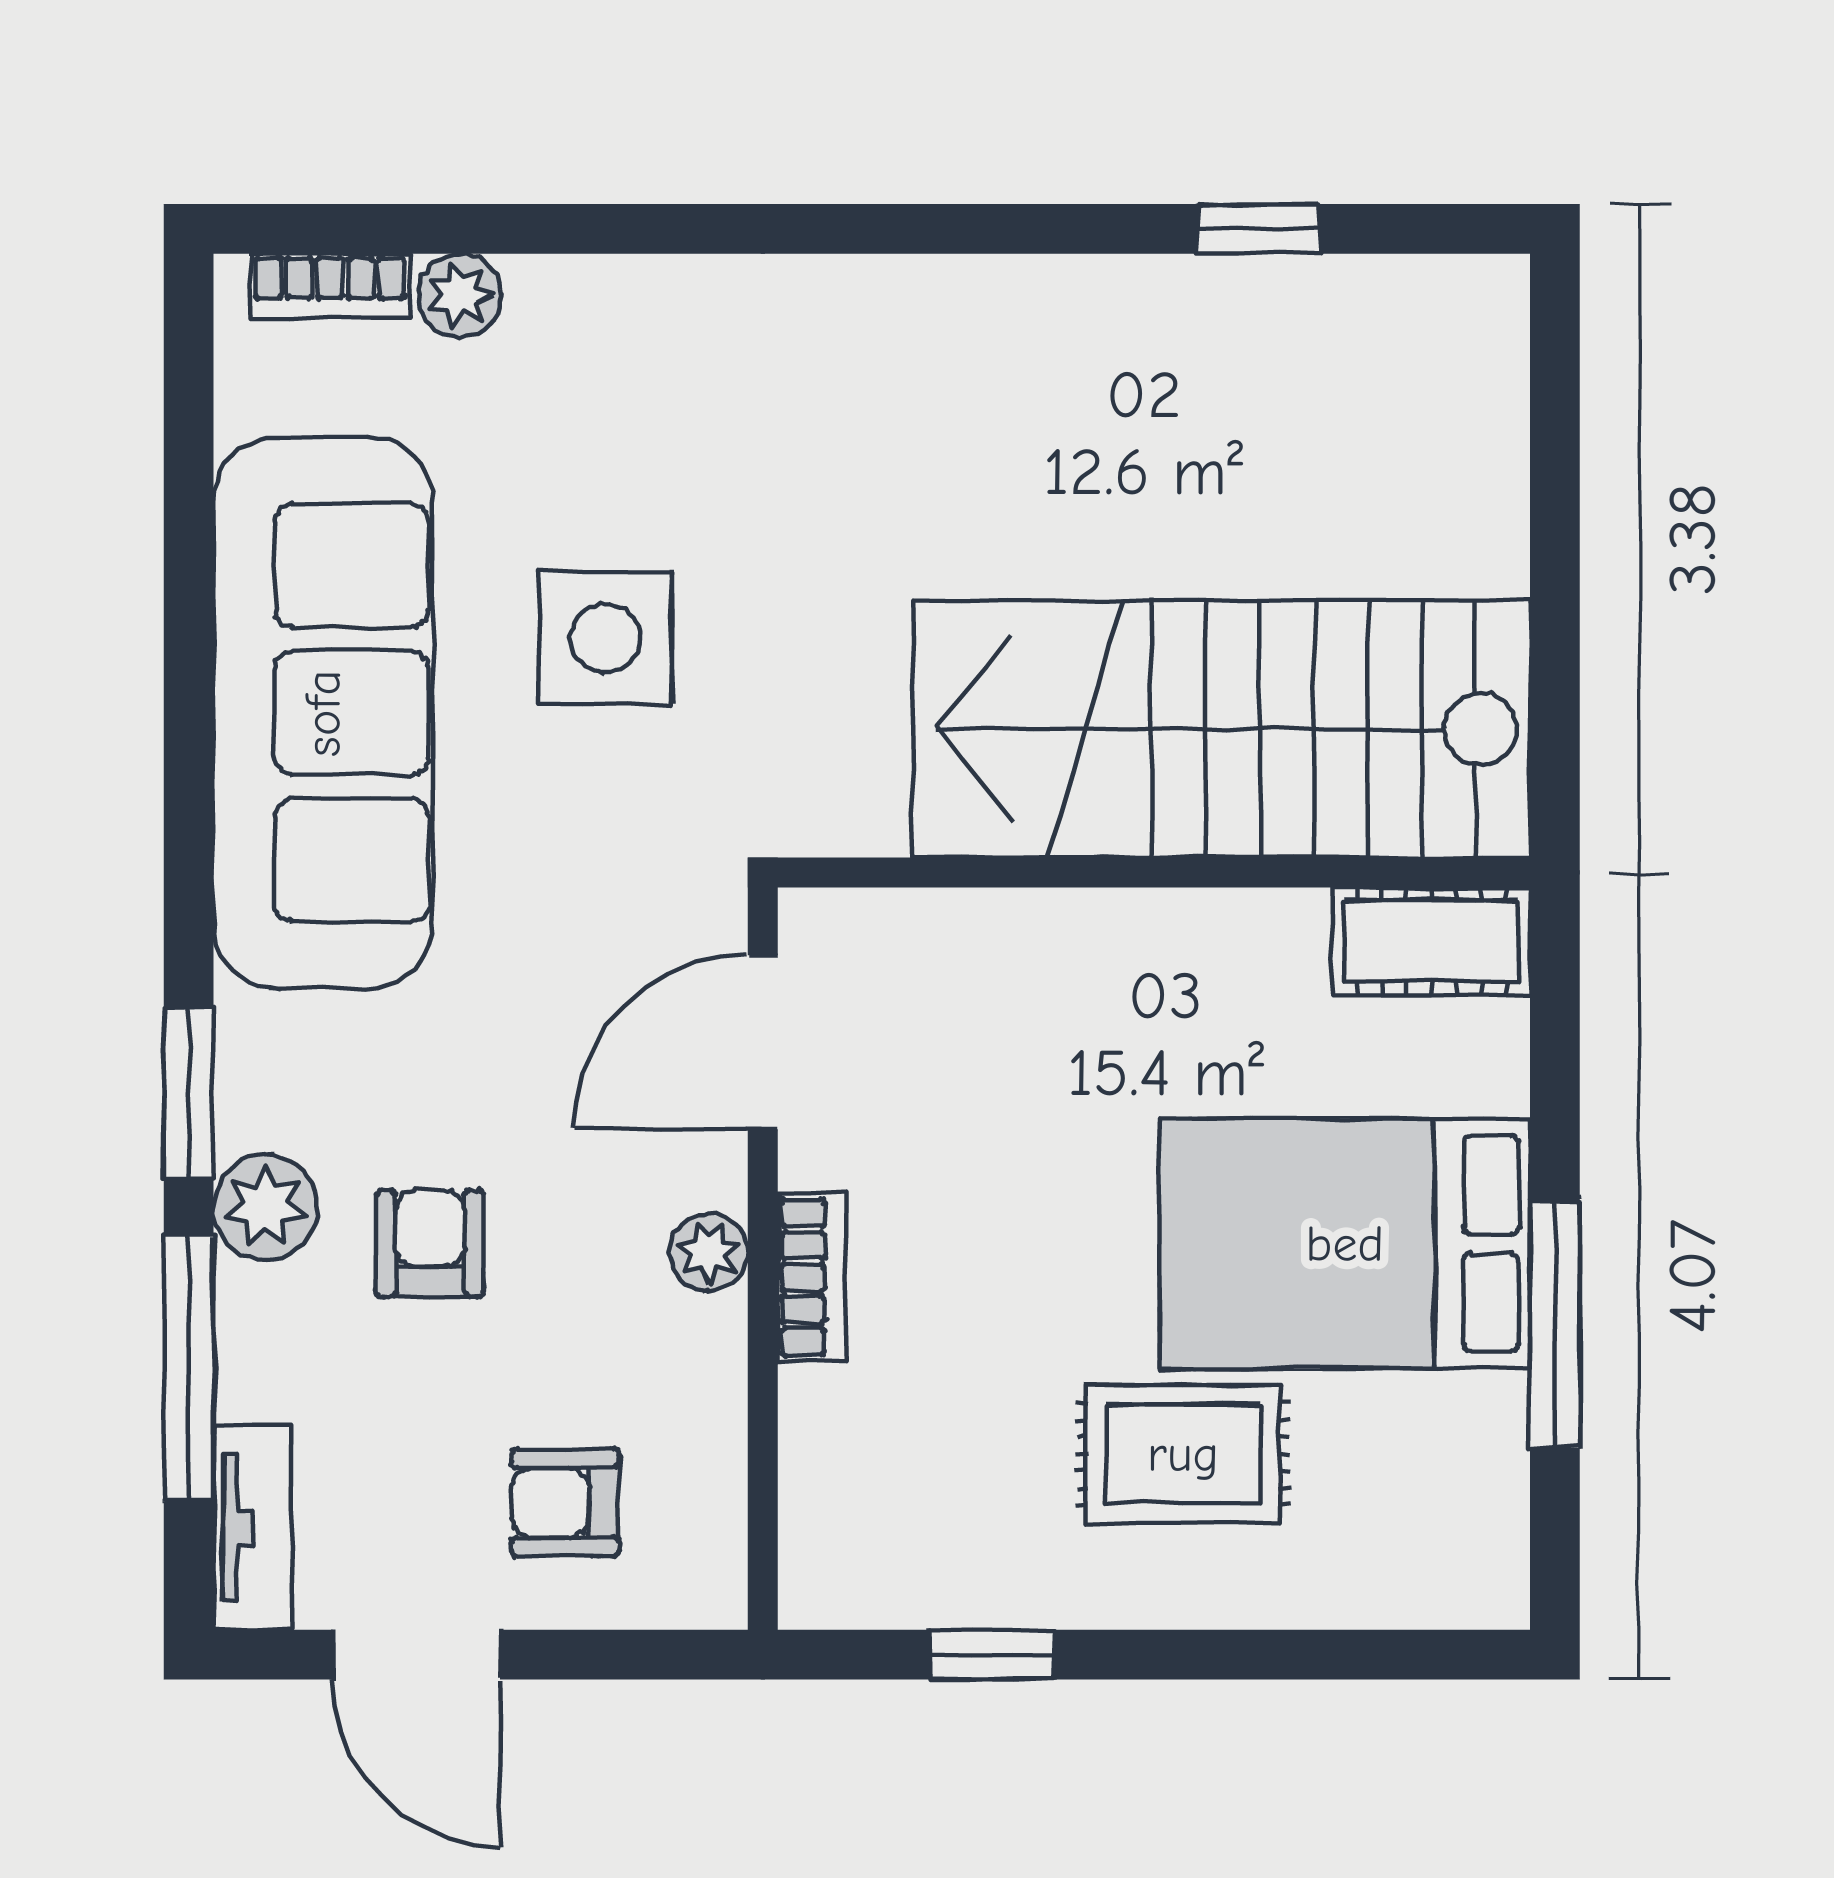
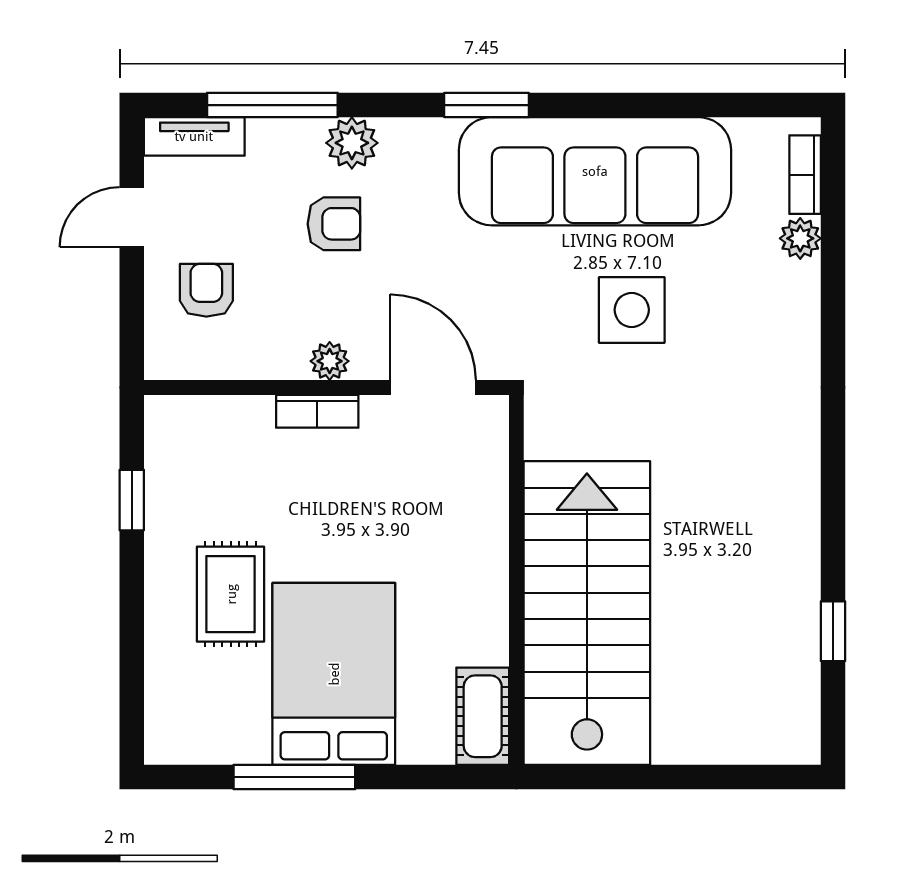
window: (189, 1093) -> (487, 105), moved
door: (416, 1655) -> (132, 217), width x0.73

